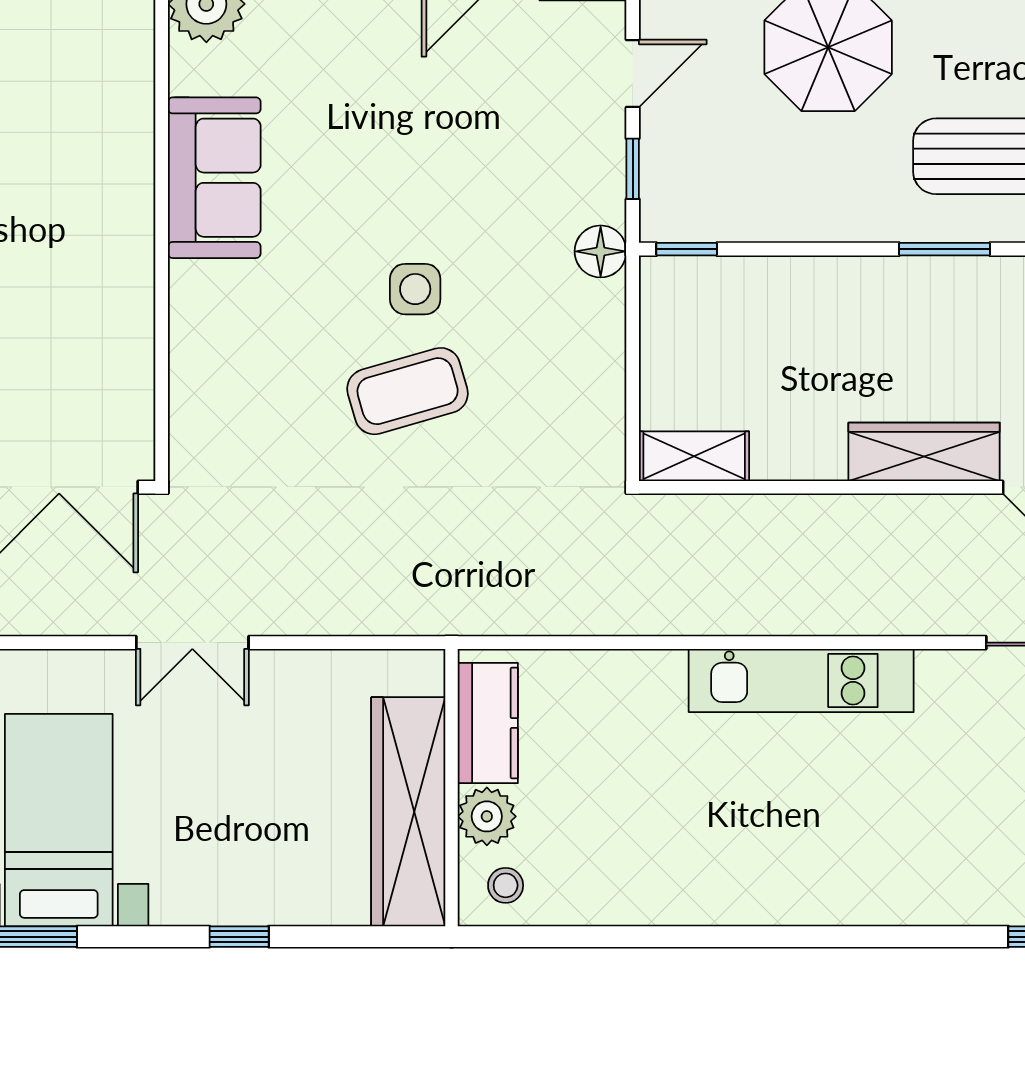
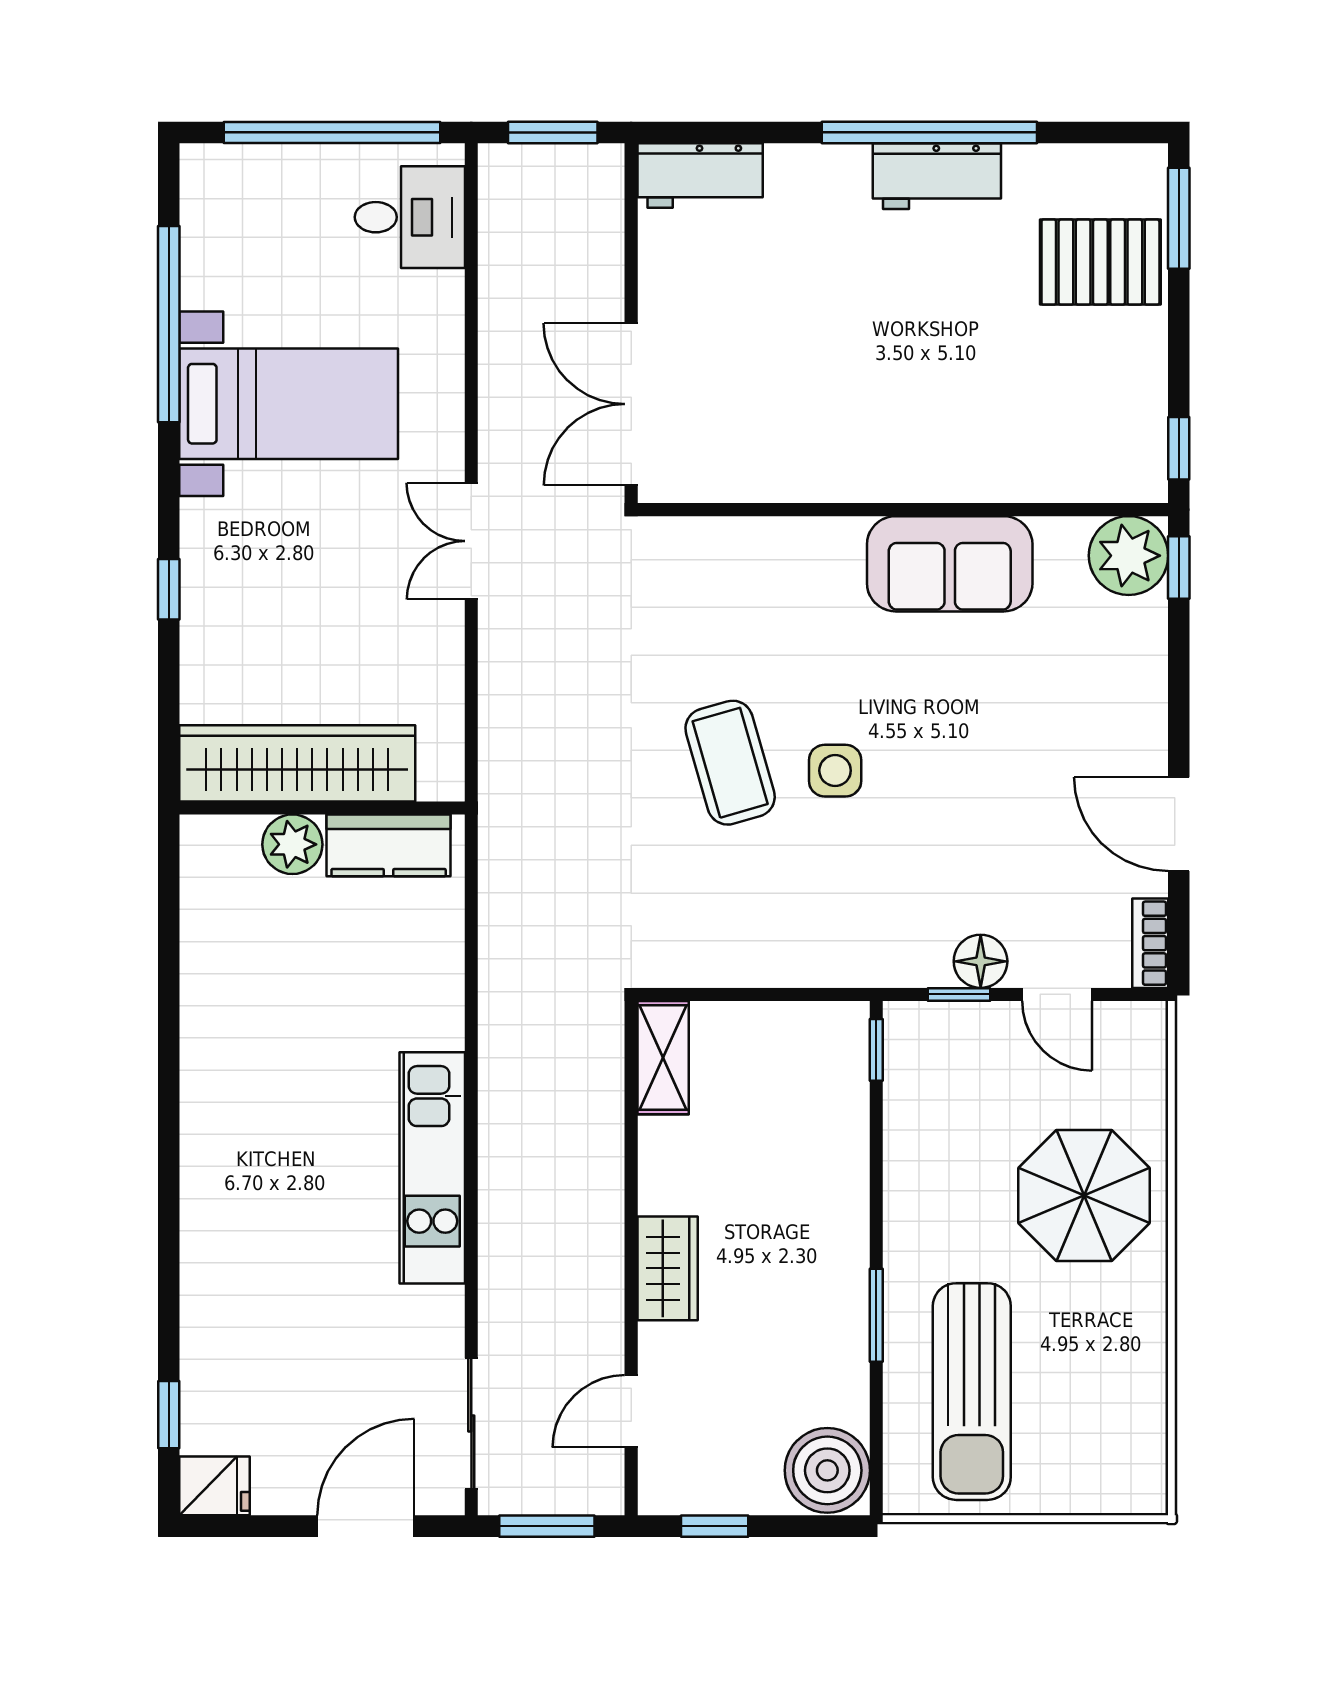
floor lamp: (601, 251) -> (981, 961), moved
wardrobe: (924, 452) -> (668, 1268), width x0.67
stool: (506, 885) -> (221, 864), removed

